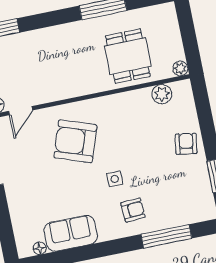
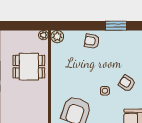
plant: (162, 94) -> (57, 37), moved
armchair: (133, 210) -> (127, 83), turned -53

